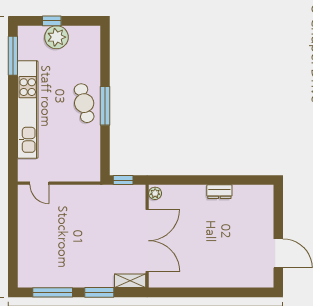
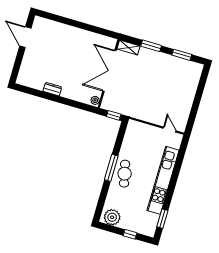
plant: (56, 37) -> (112, 217), moved
window: (13, 56) -> (162, 219), width x0.69
window: (53, 292) -> (182, 55), width x0.69

